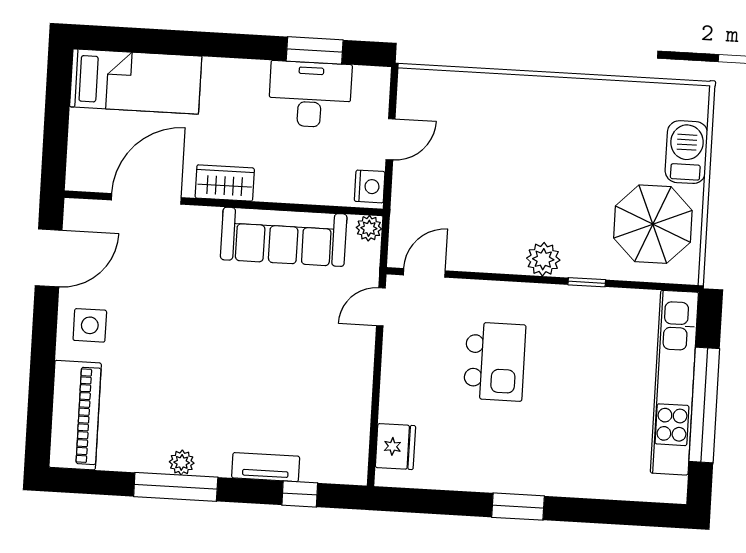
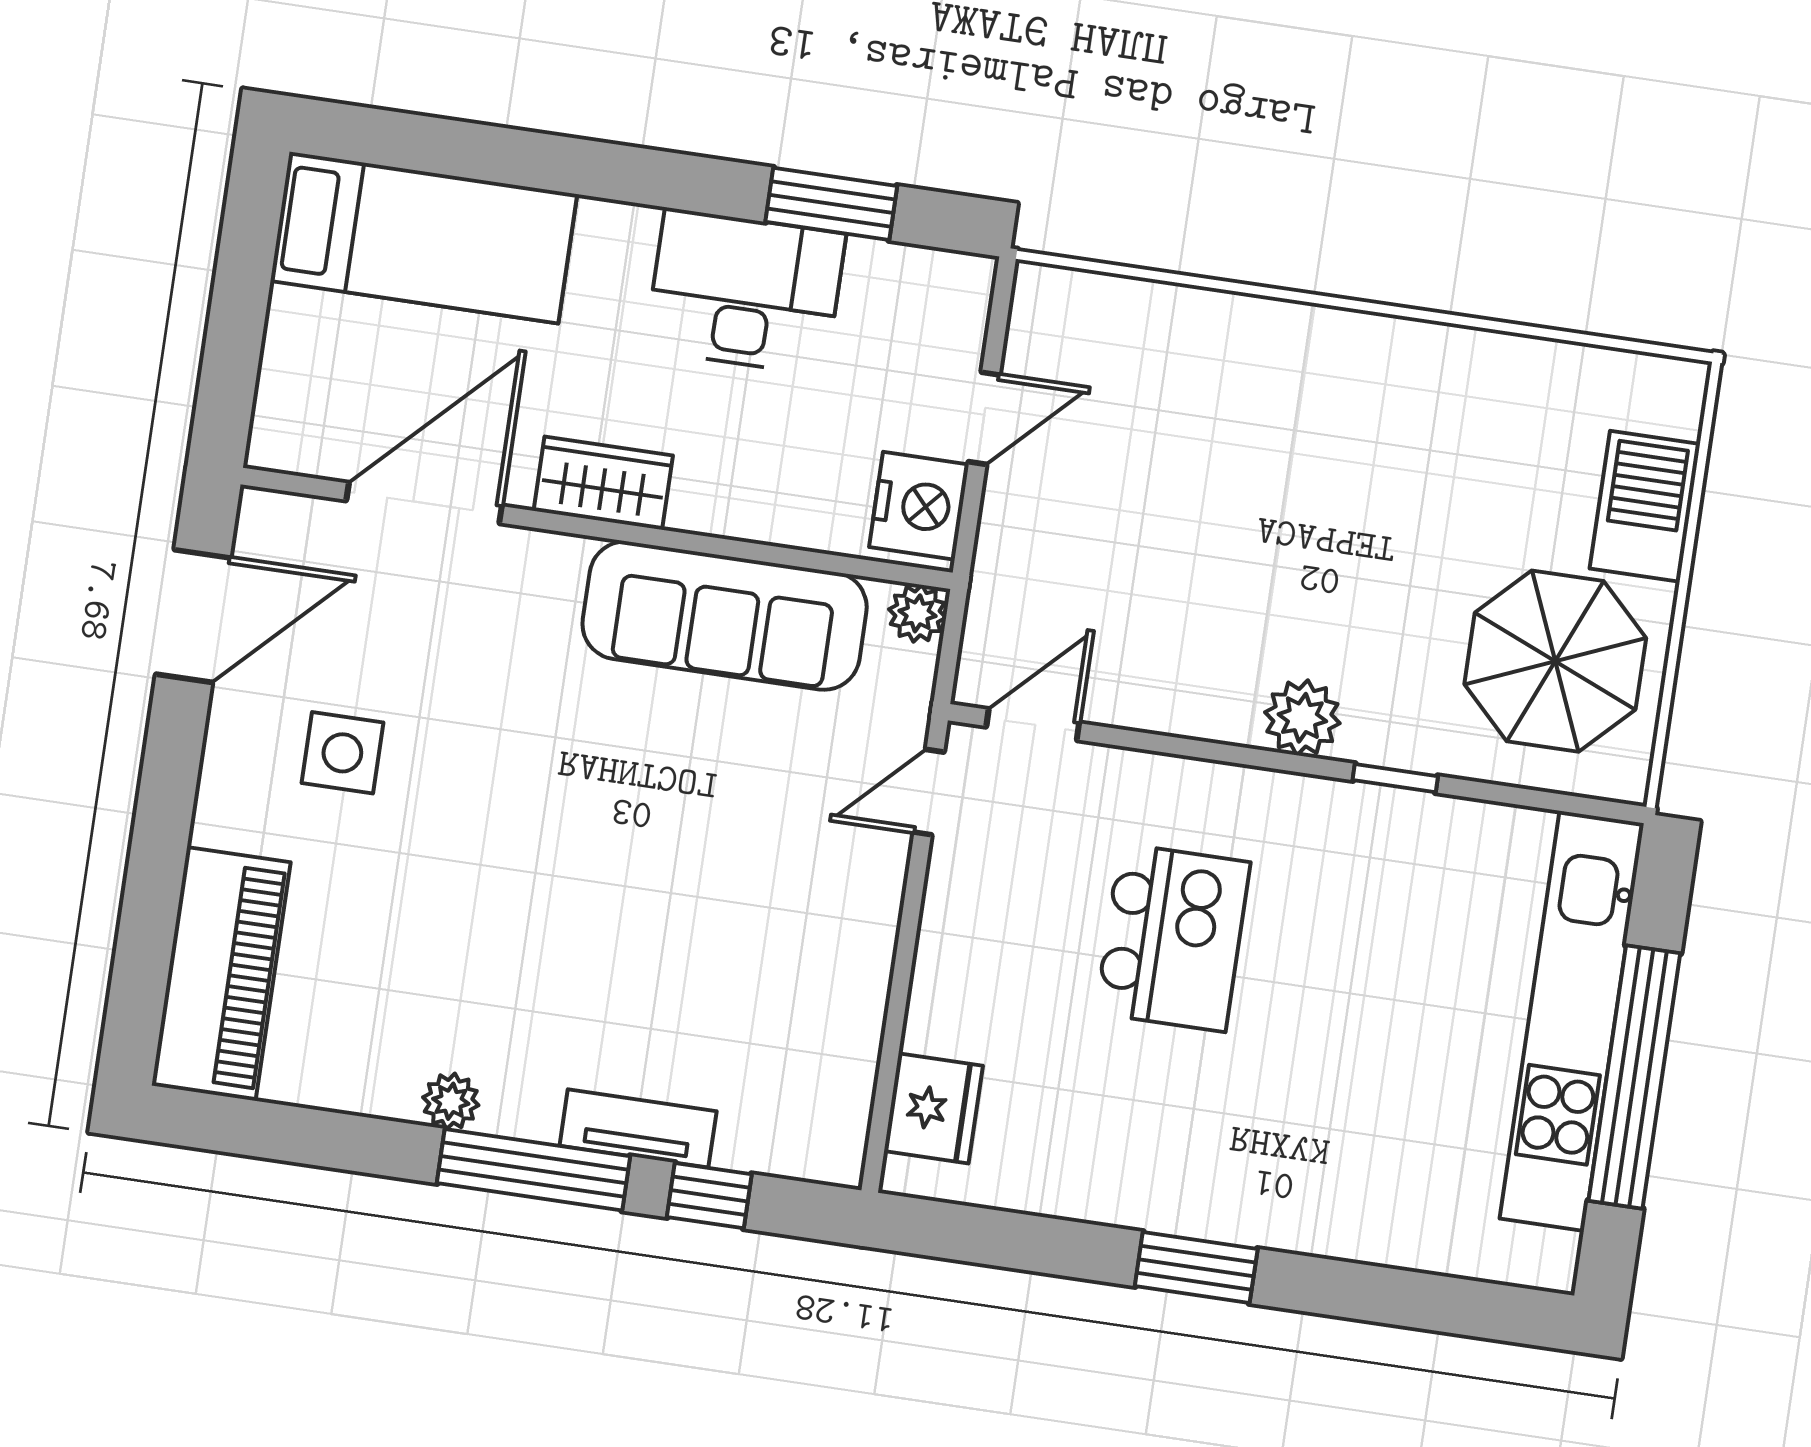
desk: (310, 94) -> (745, 292), moved
nightstand: (370, 186) -> (919, 506), width x1.36, depth x1.33
side table: (90, 325) -> (342, 753), moved
window: (176, 487) -> (534, 1170), moved

